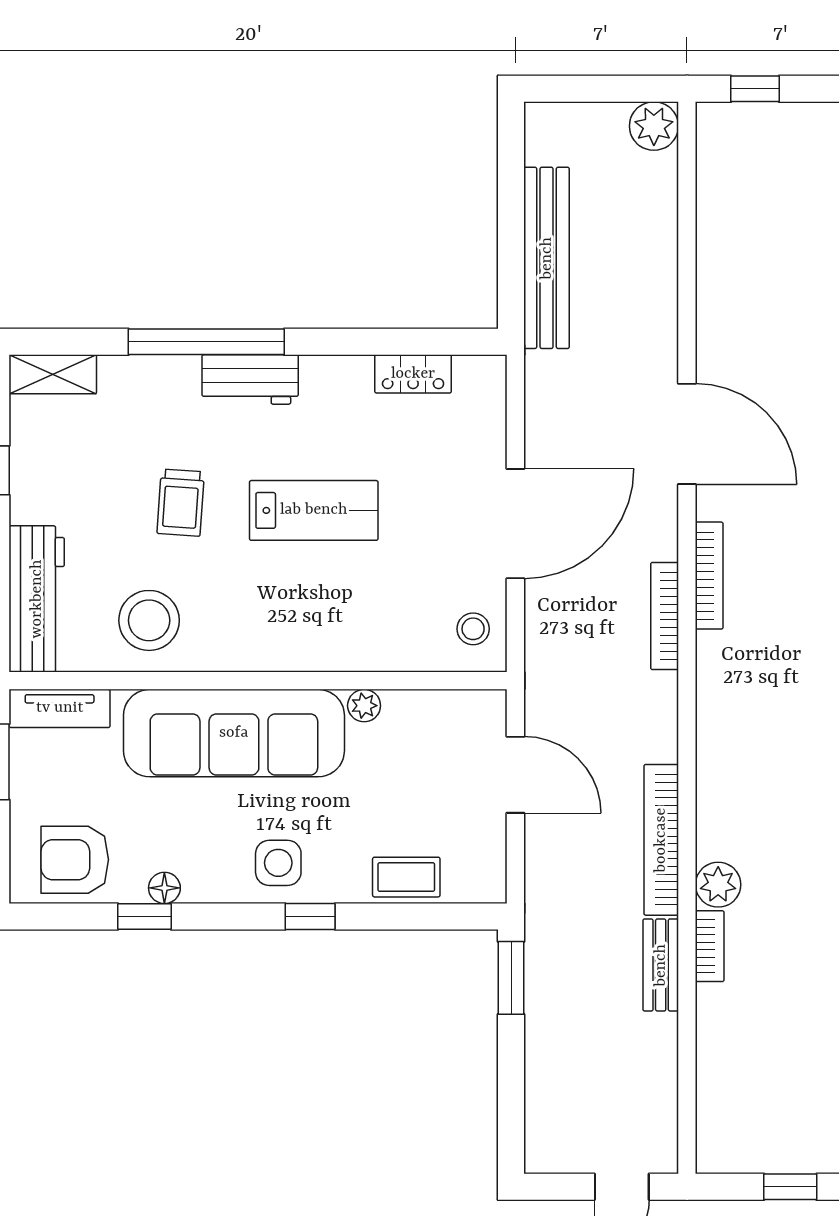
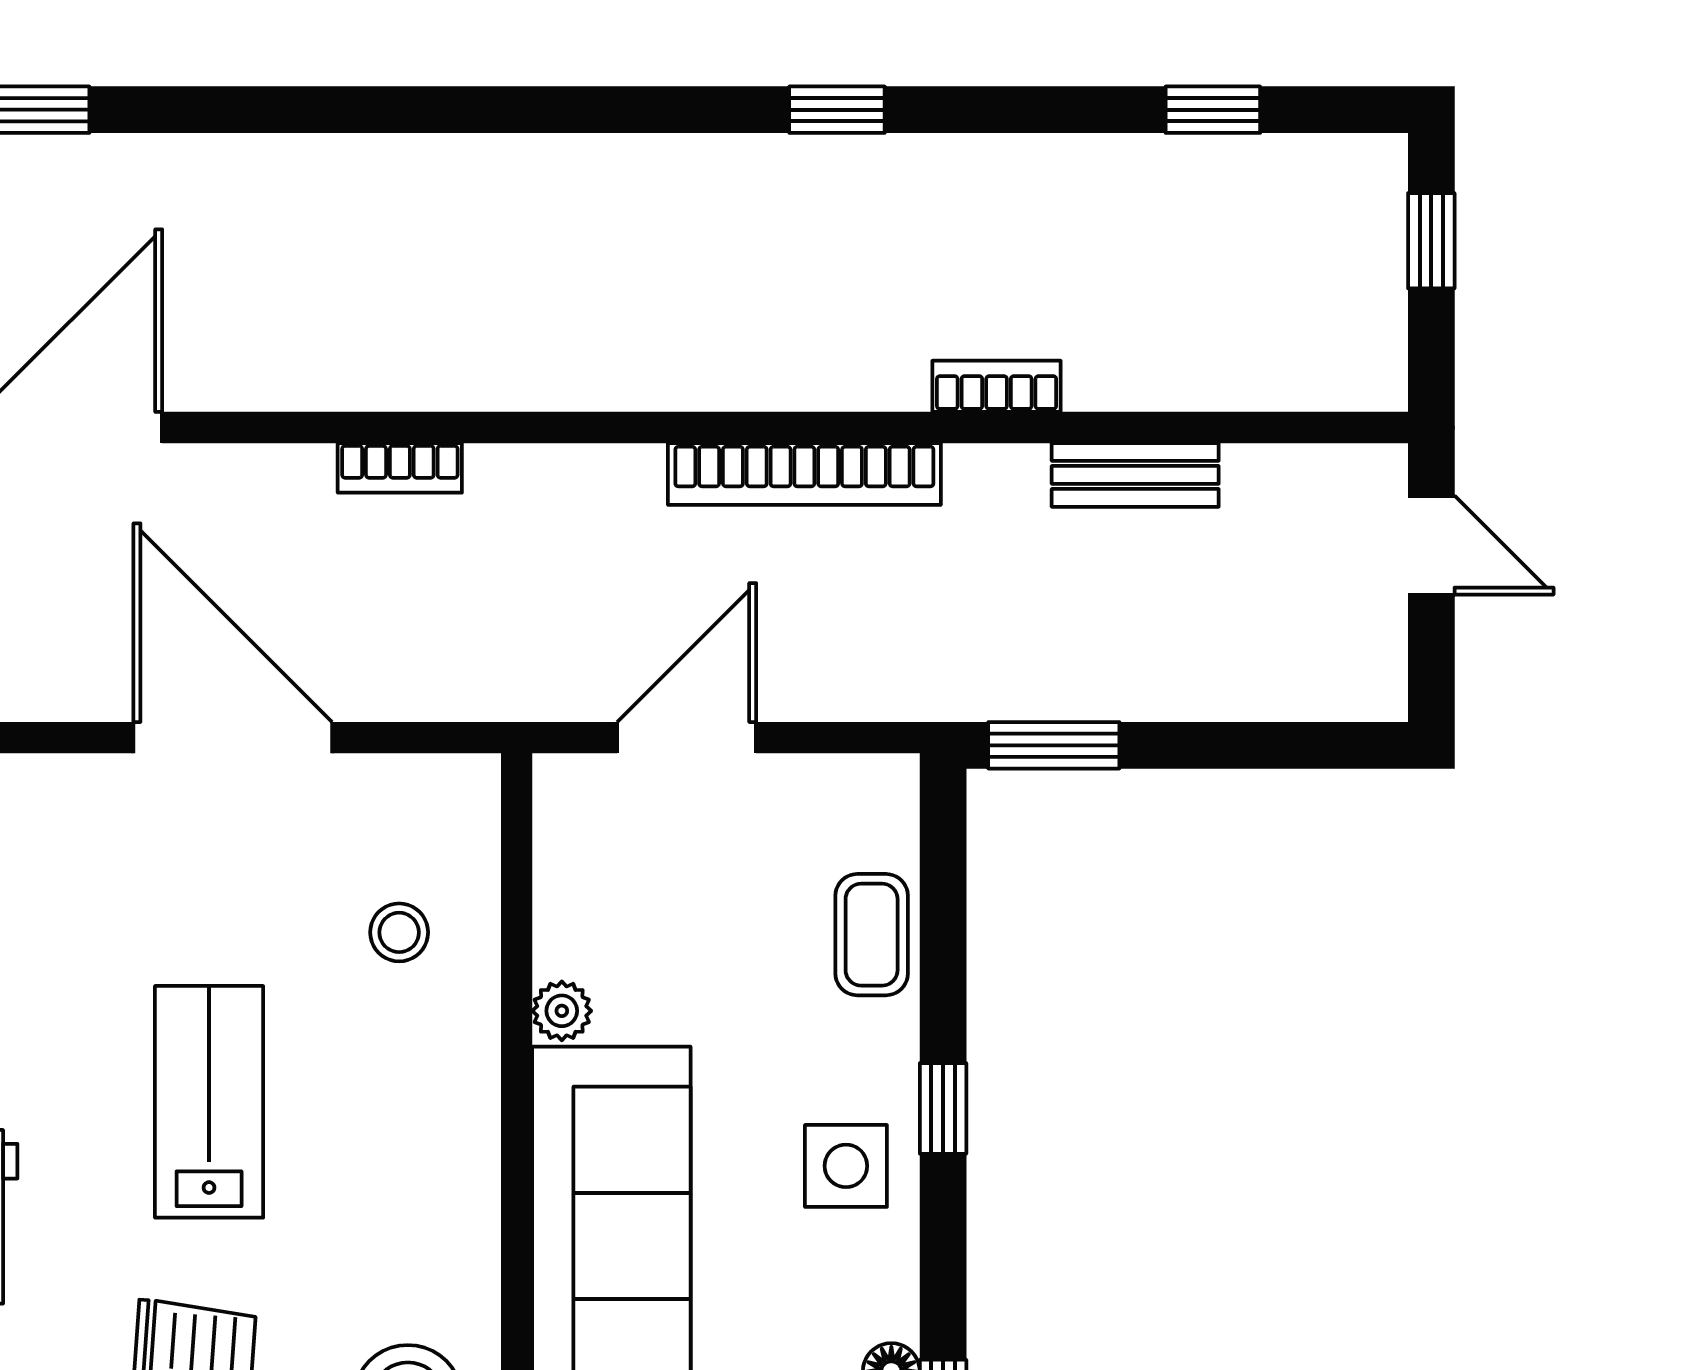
bookcase: (709, 576) -> (327, 387), removed
bookcase: (665, 616) -> (400, 468), width x0.64
stool: (473, 629) -> (399, 932), moved
plant: (718, 885) -> (885, 371), removed
bench: (661, 965) -> (1135, 475), moved

